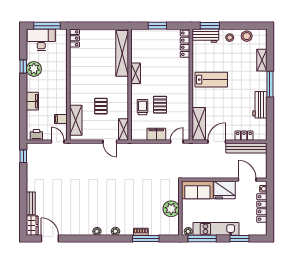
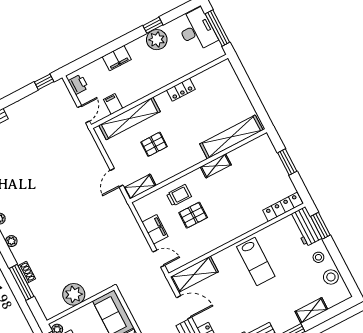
locker: (75, 38) -> (181, 90), moved
shelving: (76, 120) -> (130, 118), width x1.47

